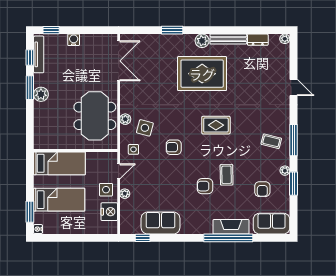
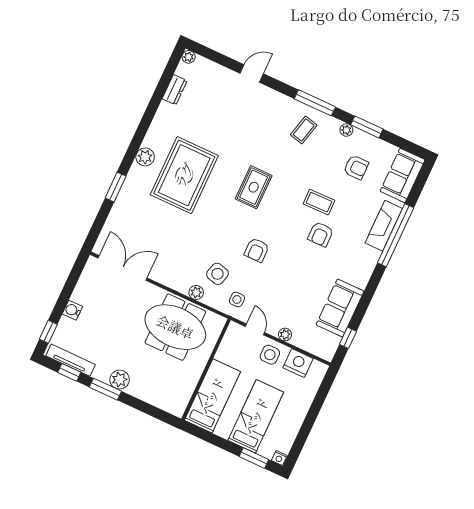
bench: (228, 39) -> (157, 125), removed

